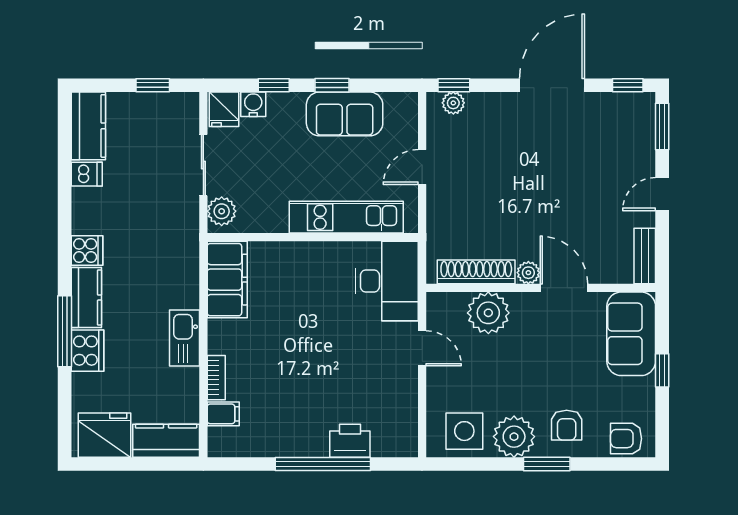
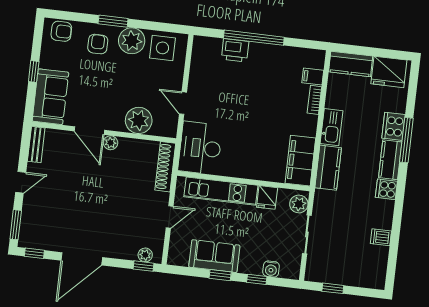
fridge: (224, 109) -> (267, 197), moved, turned 180
kitchen counter: (88, 126) -> (328, 168), moved, turned 180
shoe rack: (476, 272) -> (165, 167), moved, turned 90

